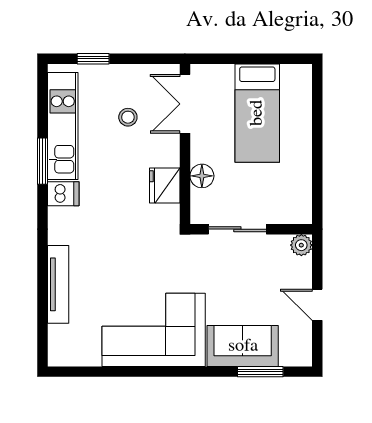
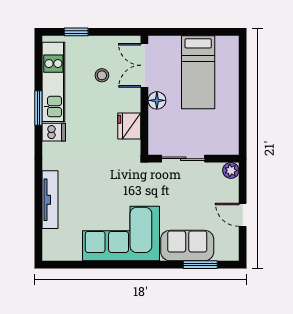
floor lamp: (202, 176) -> (157, 100), moved

